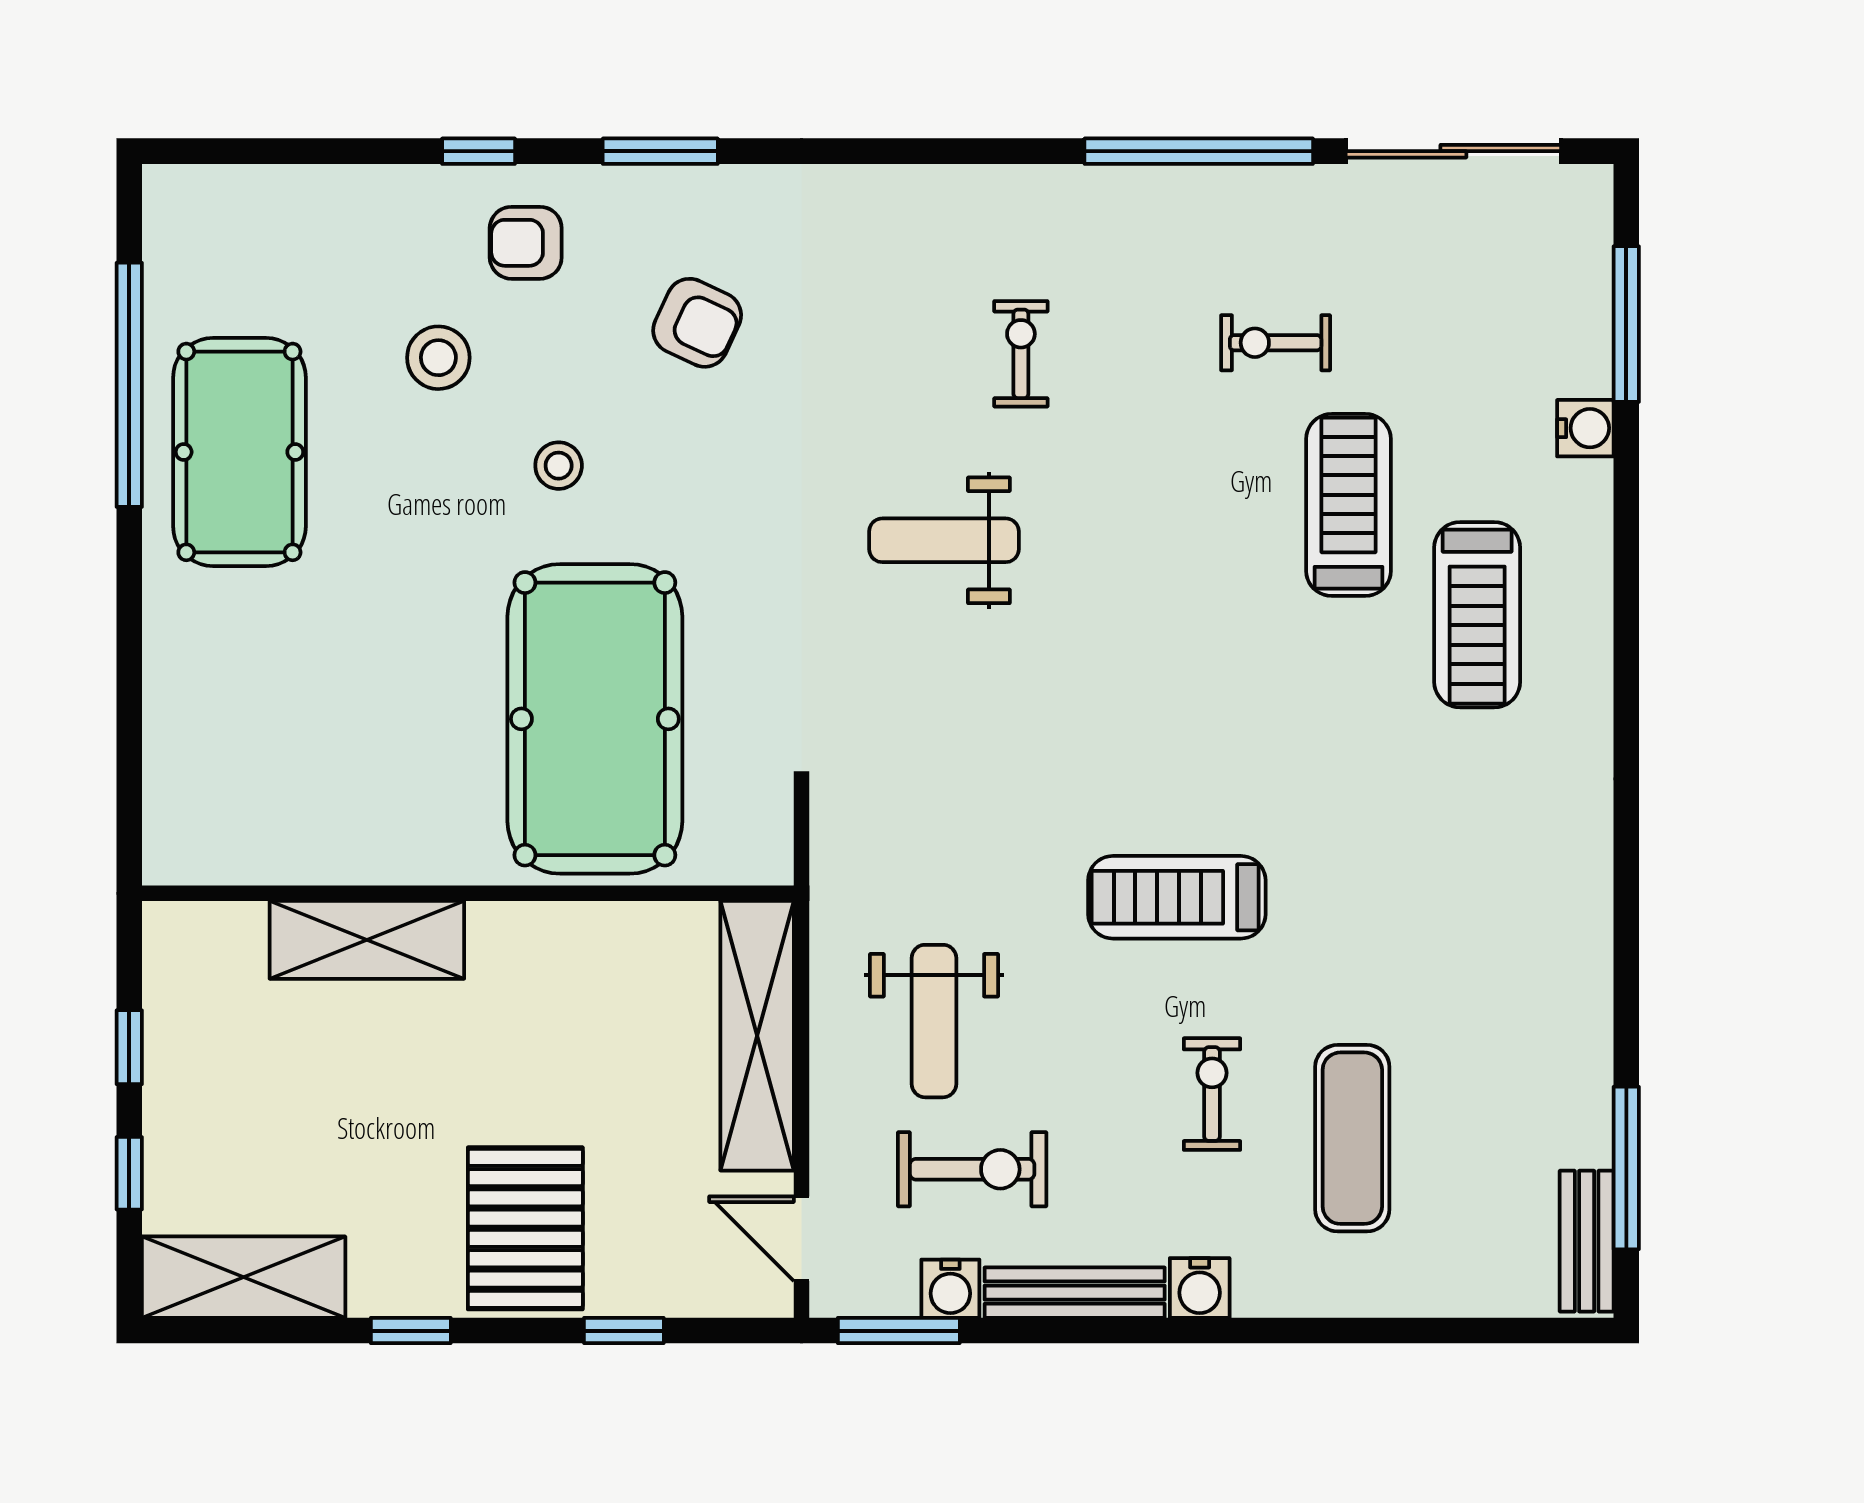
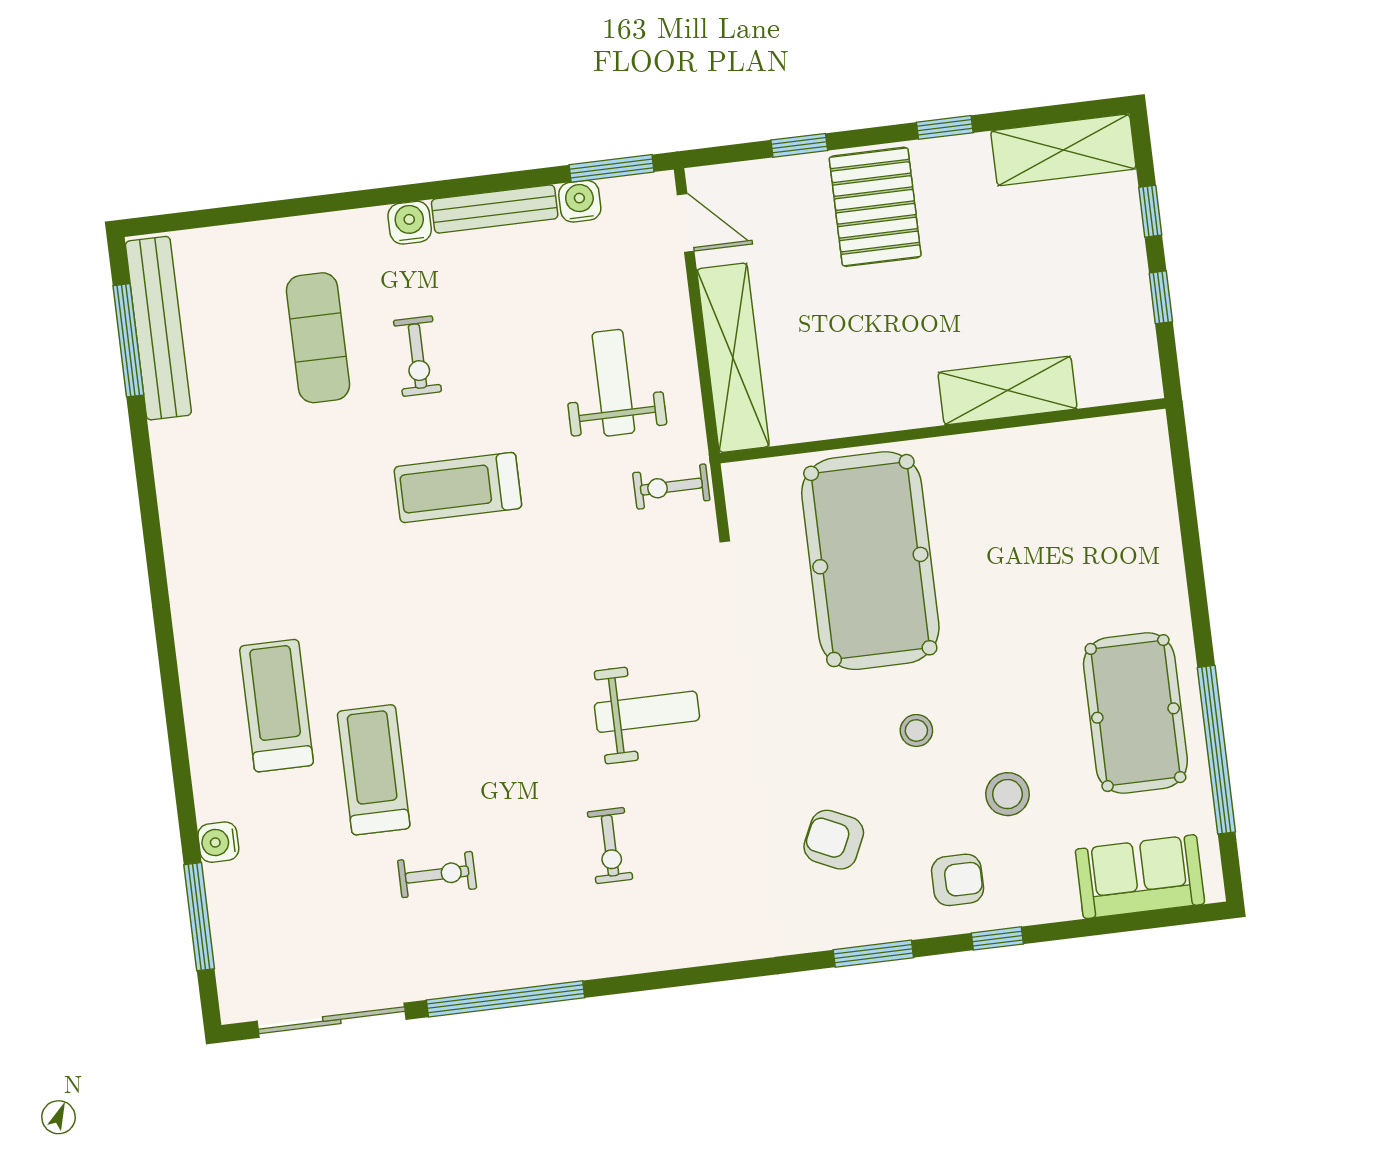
sofa: (262, 215) -> (1140, 877), added
treadmill: (1348, 505) -> (374, 770), turned 180
treadmill: (1177, 897) -> (458, 488), turned 180
exercise bike: (972, 1169) -> (671, 487), moved, width x0.73, depth x0.72
bench: (1587, 1241) -> (158, 328), width x1.86, depth x1.21

